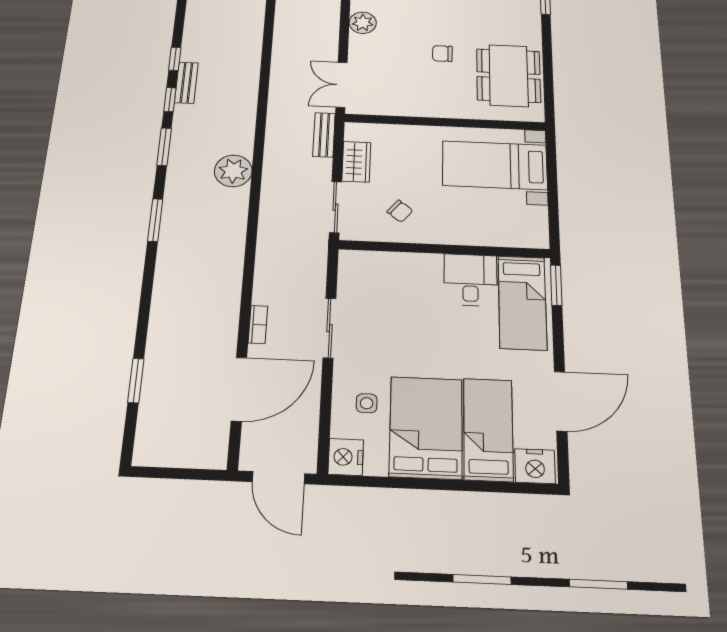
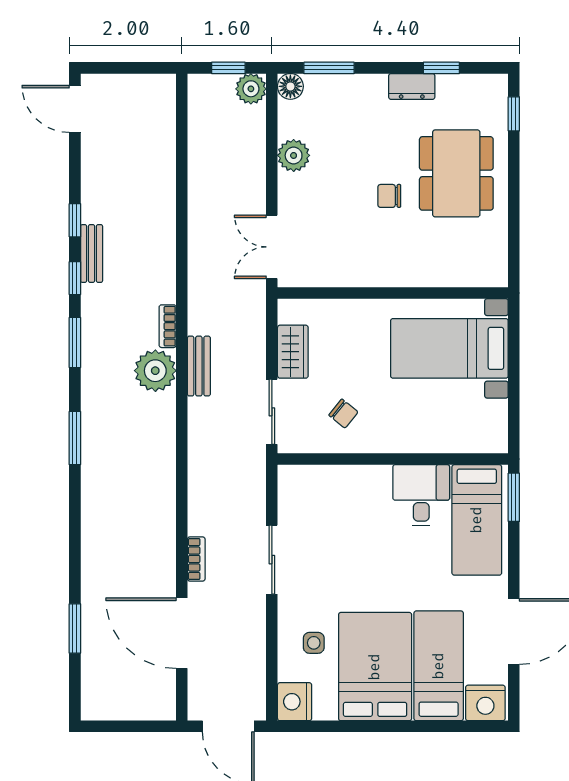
dining table: (509, 76) -> (456, 173), moved
bench: (324, 135) -> (199, 366), moved
bookcase: (247, 138) -> (168, 326), added
door: (239, 389) -> (182, 633), swing flipped

